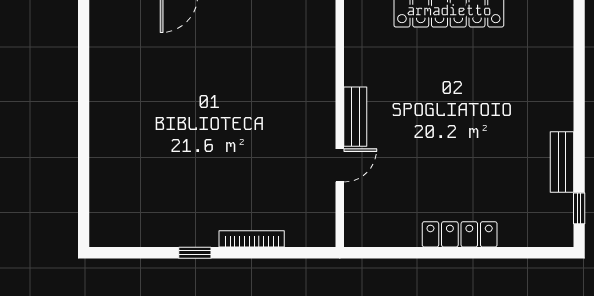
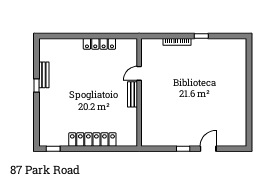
window: (579, 208) -> (37, 86), moved
locker: (460, 234) -> (99, 44), moved

